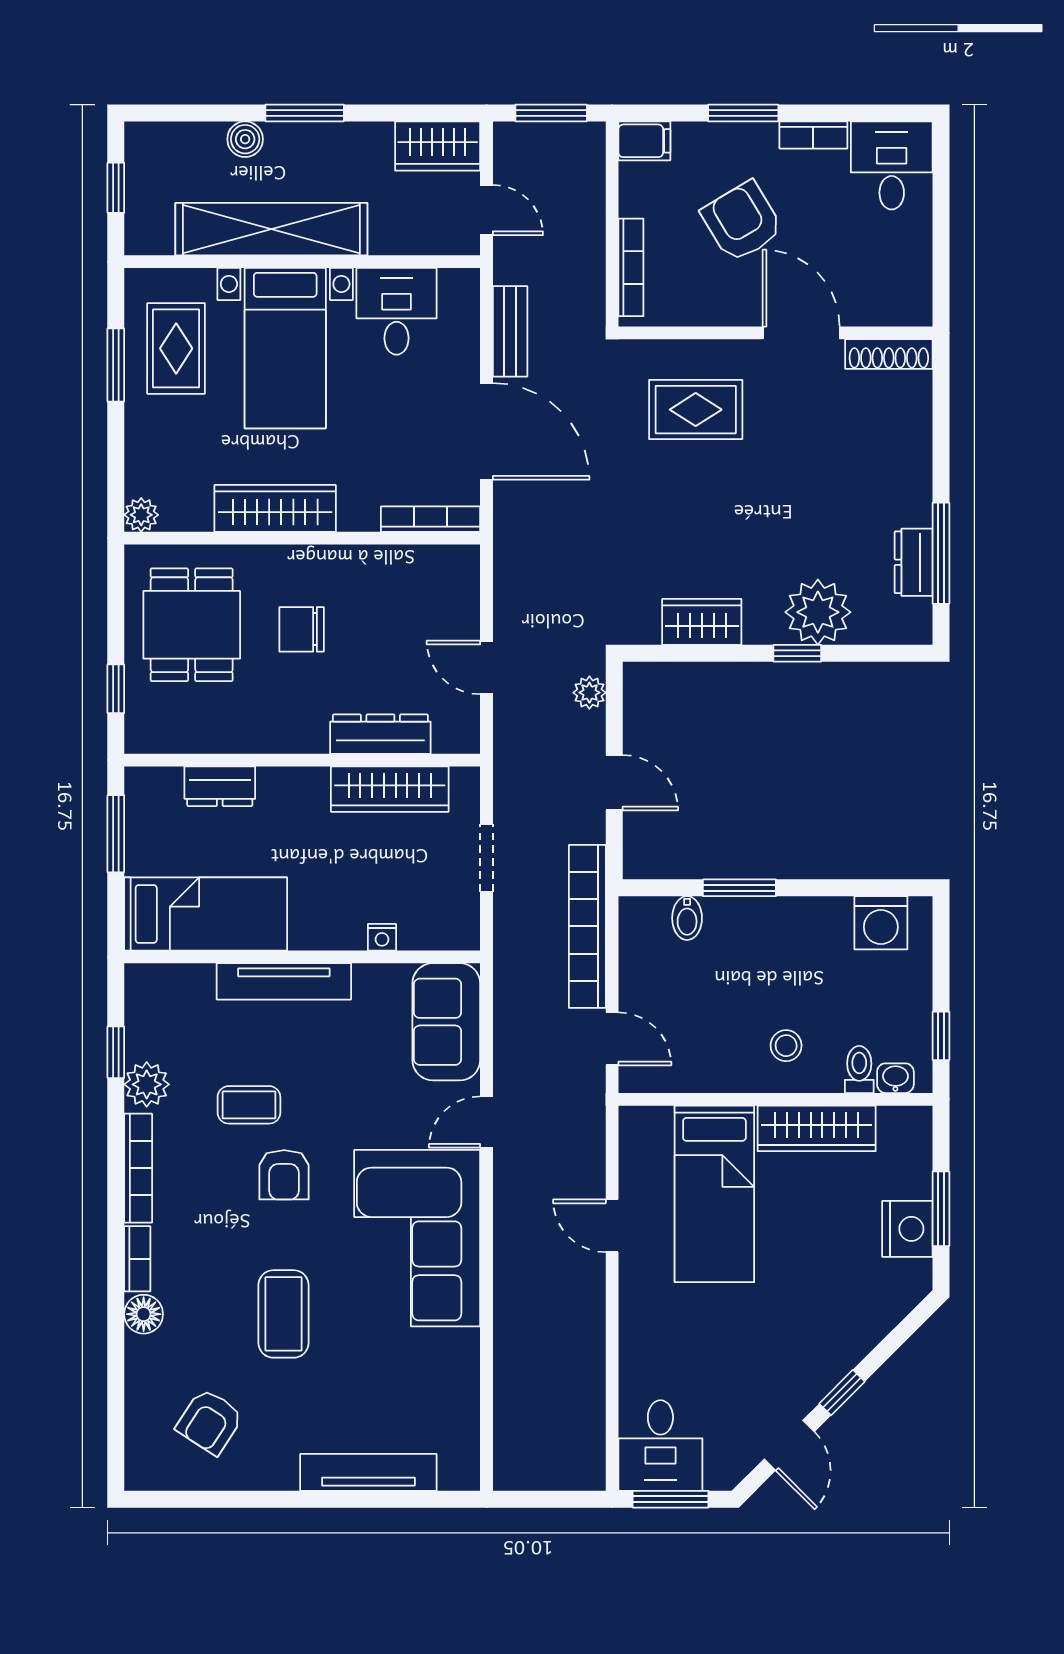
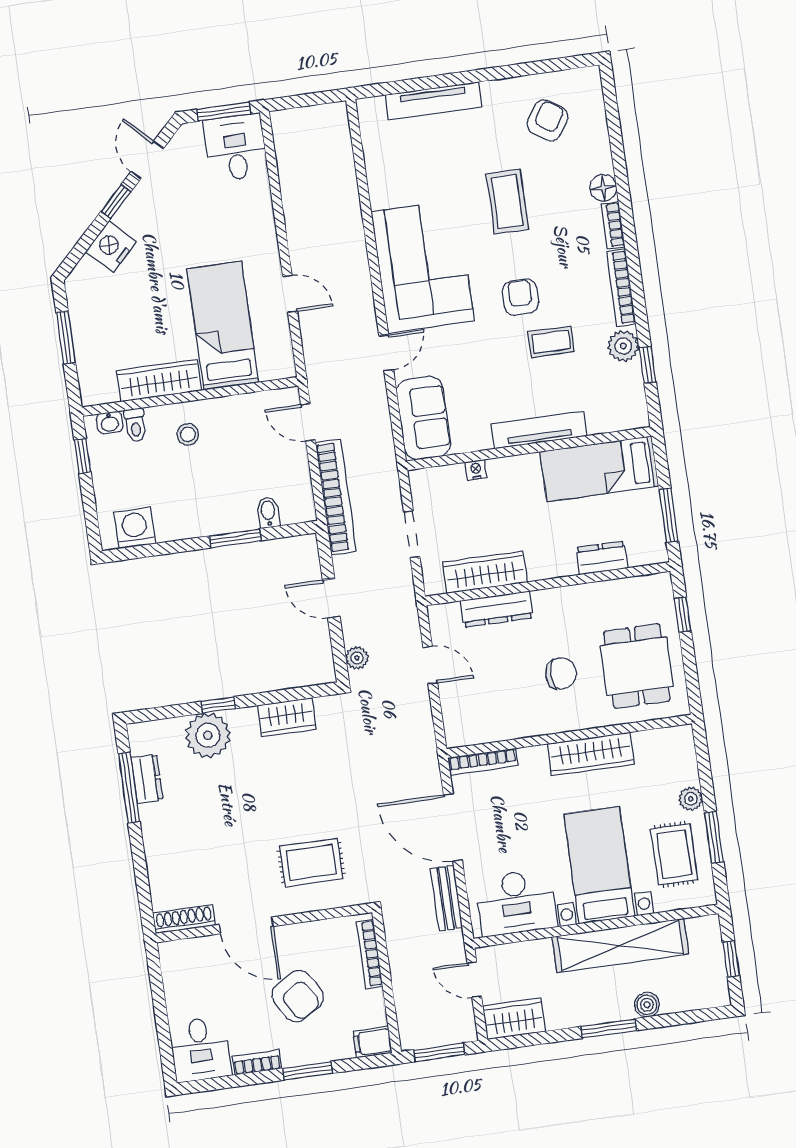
desk: (397, 311) -> (516, 903), width x1.37
plant: (141, 515) -> (691, 799), moved
nightstand: (907, 1229) -> (111, 247), moved, turned 45

